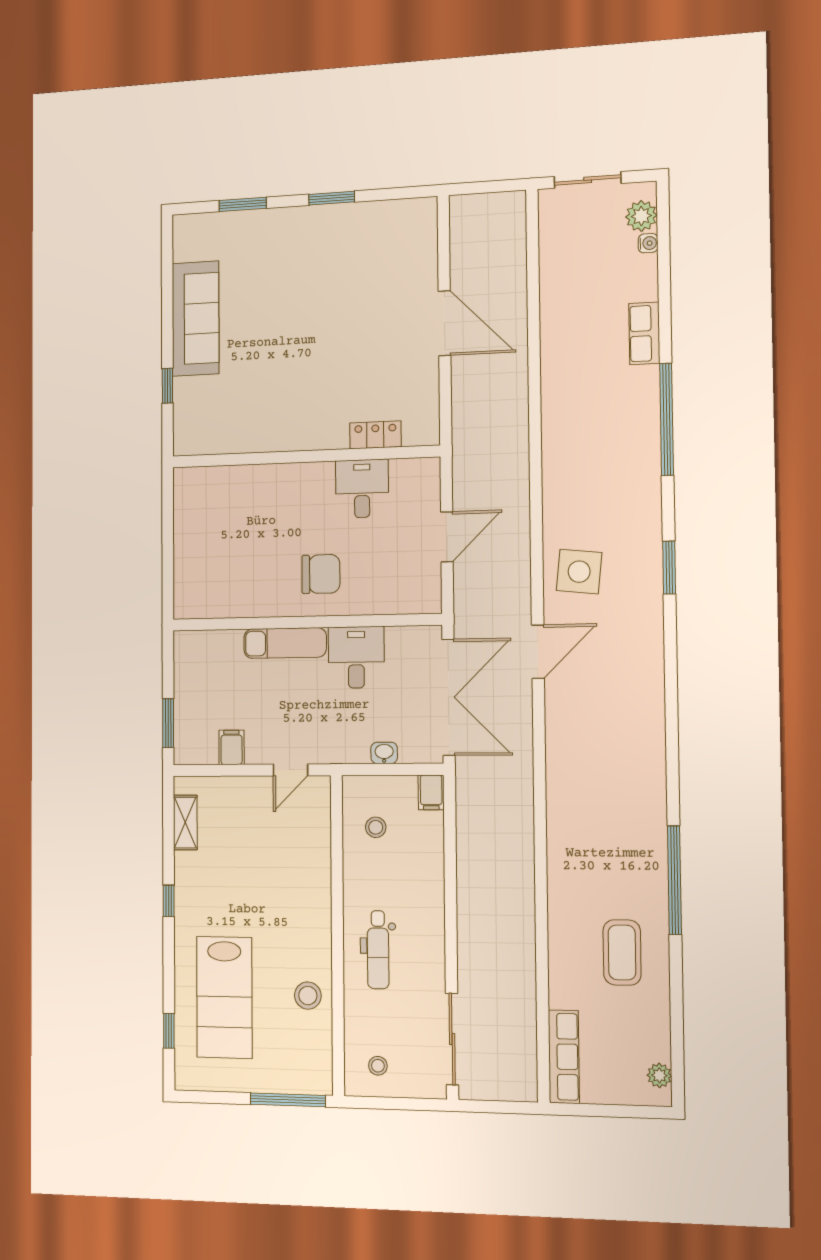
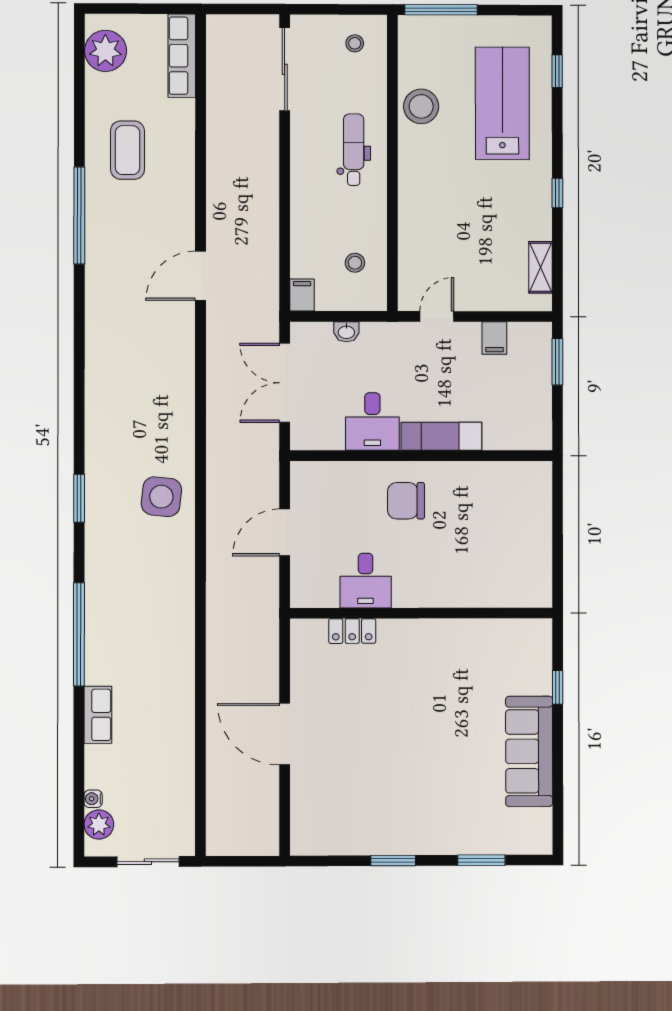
door: (538, 652) -> (200, 276), moved
double door: (448, 697) -> (285, 383), width x0.73
stool: (308, 996) -> (421, 106), width x1.38, depth x1.38
plant: (659, 1075) -> (105, 51), width x1.88, depth x1.88

